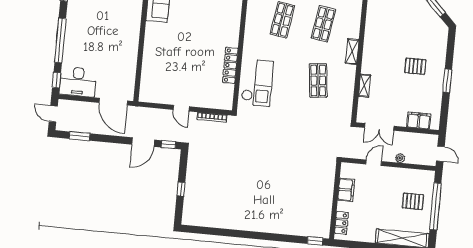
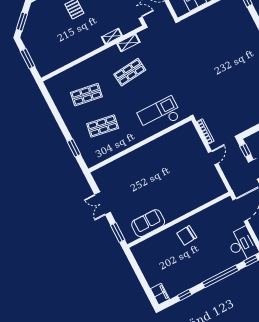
chair: (122, 33) -> (187, 235), added
shelving: (352, 51) -> (128, 43), moved
locker: (230, 65) -> (160, 142), removed

